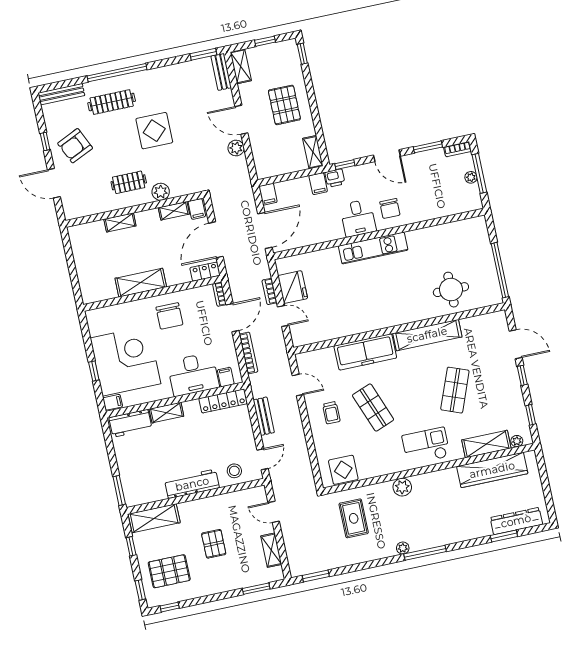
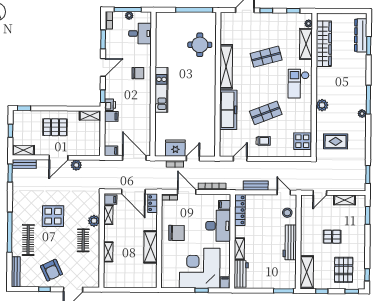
desk: (358, 218) -> (140, 34), moved
shop shelf: (455, 390) -> (266, 57), turned -36

